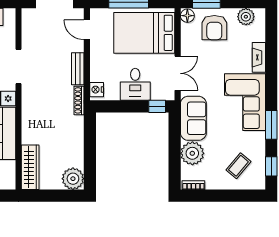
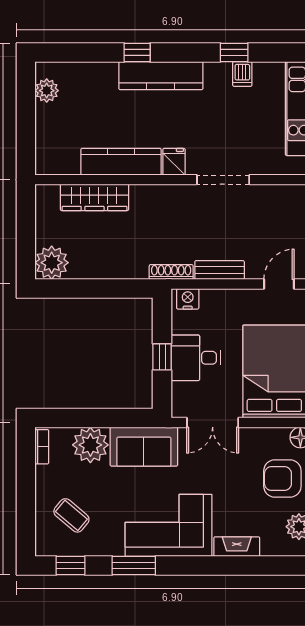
window: (157, 106) -> (162, 357), moved
wardrobe: (30, 167) -> (94, 197), moved

